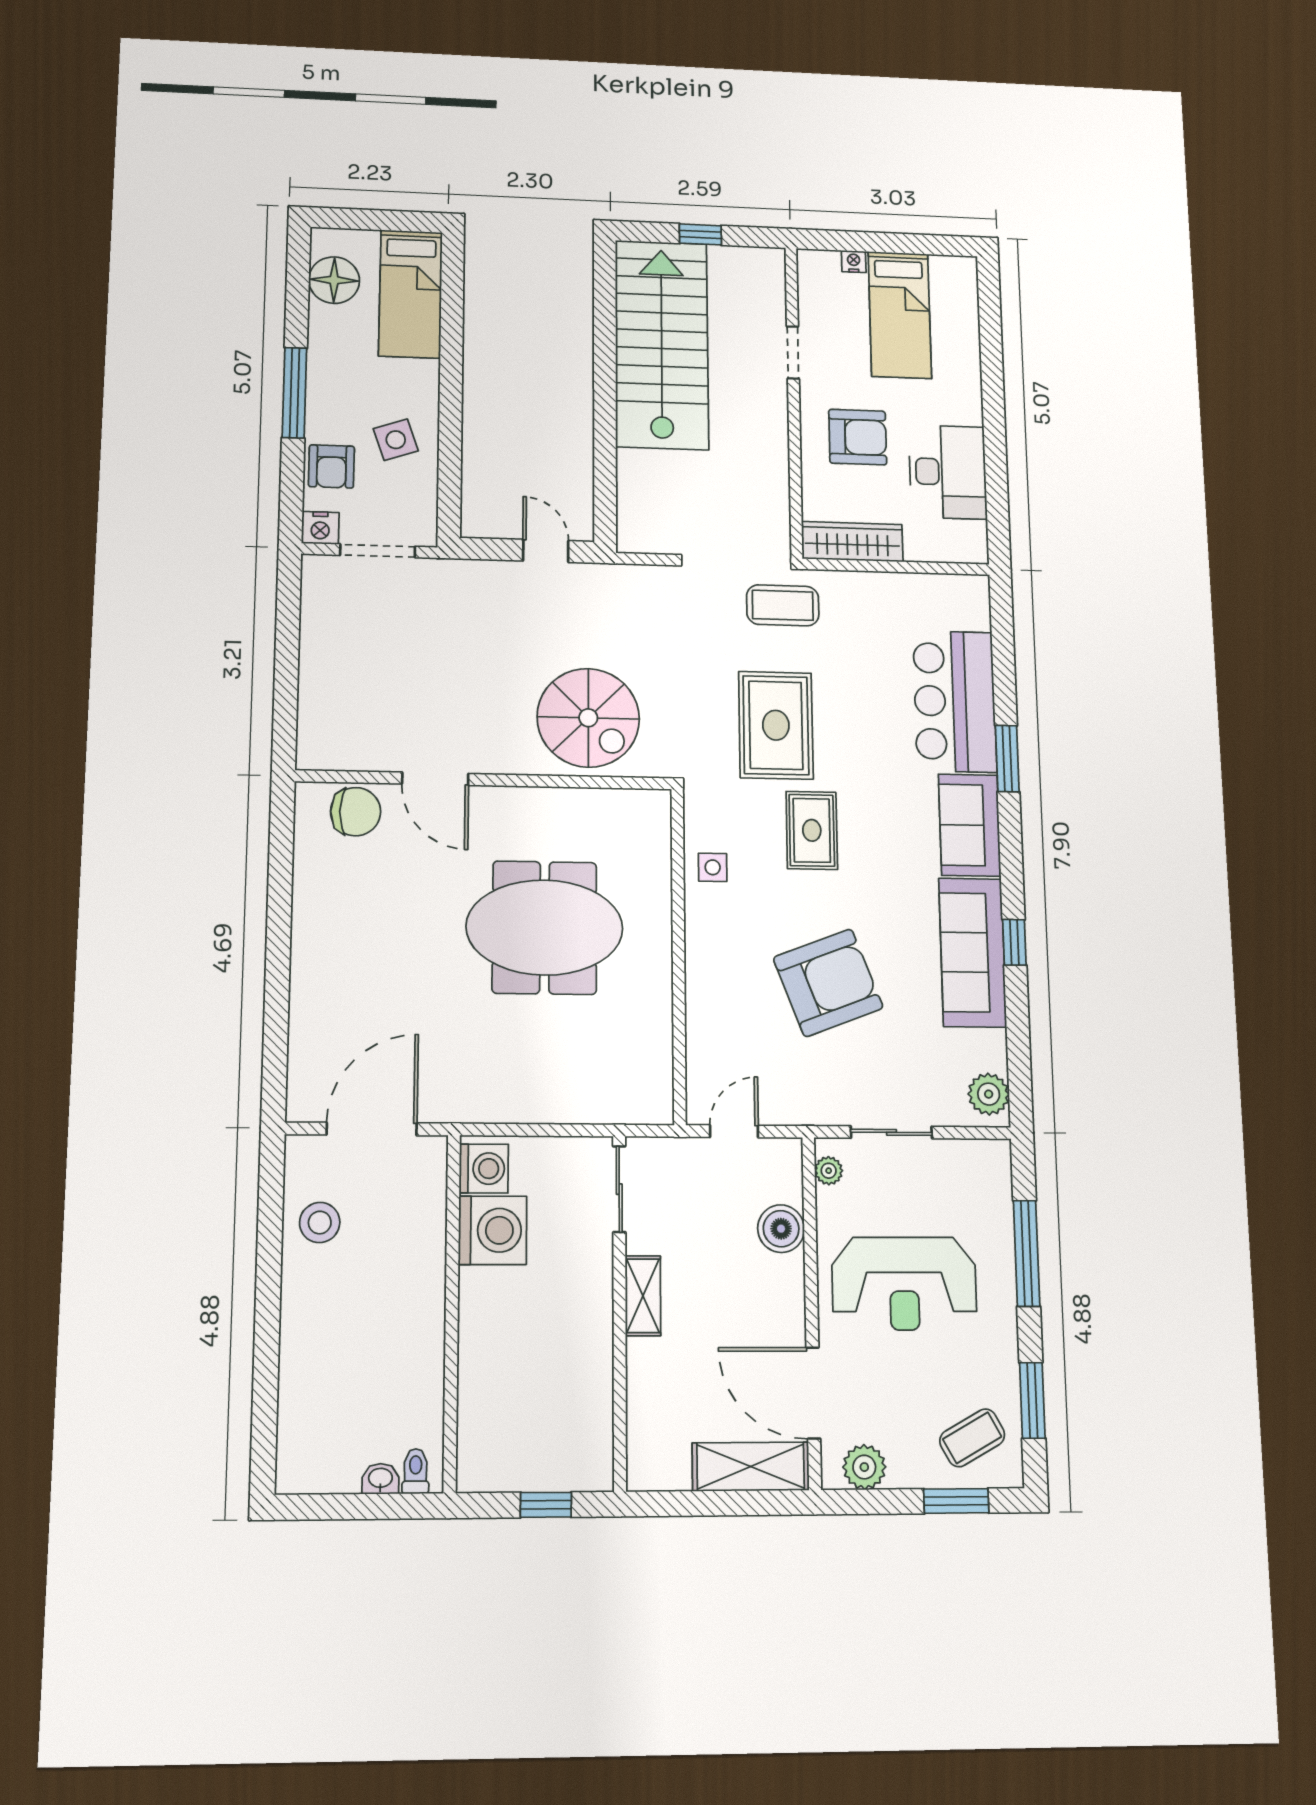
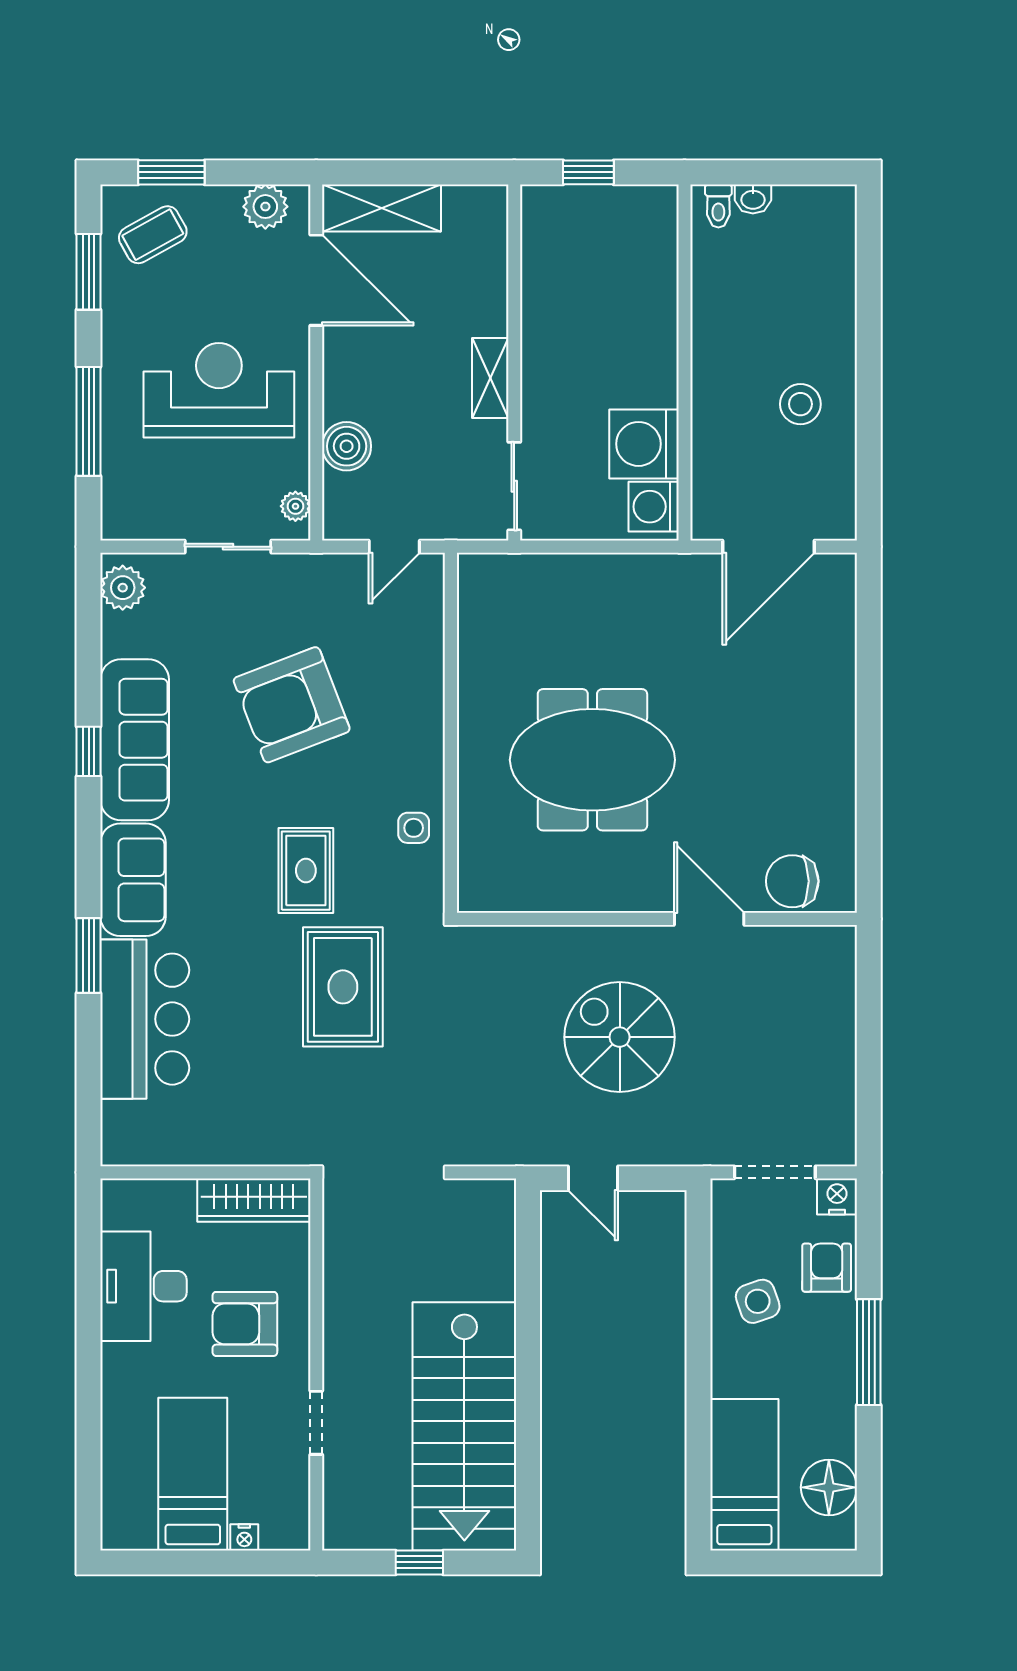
coffee table: (783, 605) -> (333, 1124), removed
spiral stairs: (588, 718) -> (620, 1037), moved
stool: (320, 1223) -> (800, 404), moved

